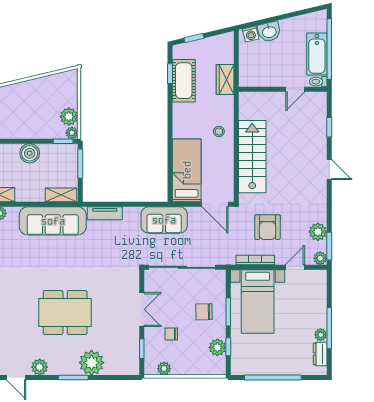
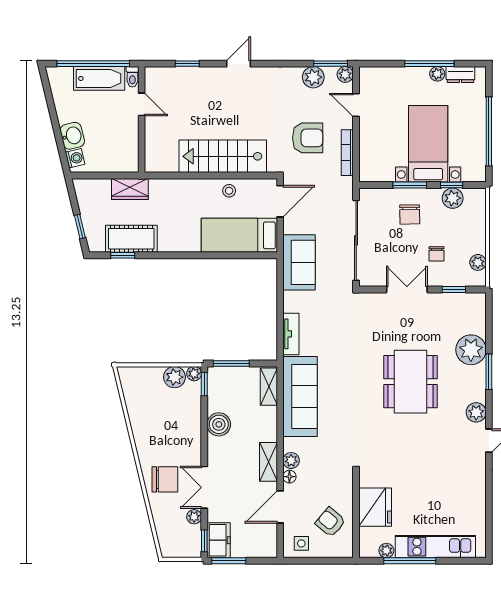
stool: (219, 131) -> (229, 191), moved
bed with nightstands: (258, 302) -> (428, 144), moved, turned -90

